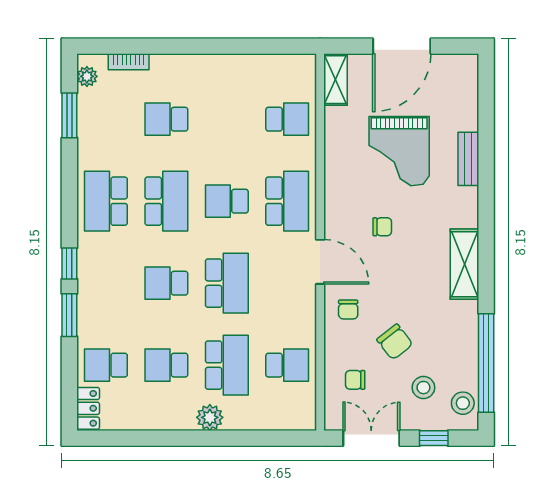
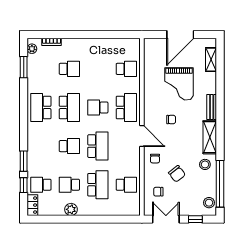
shelving: (335, 80) -> (211, 60), moved
school desk: (166, 119) -> (69, 69), turned 180
bench: (468, 159) -> (212, 107), moved
window: (69, 263) -> (24, 185), moved
school desk: (166, 283) -> (69, 146), turned 180
stool: (423, 388) -> (205, 164), moved
plant: (210, 417) -> (71, 209), moved

